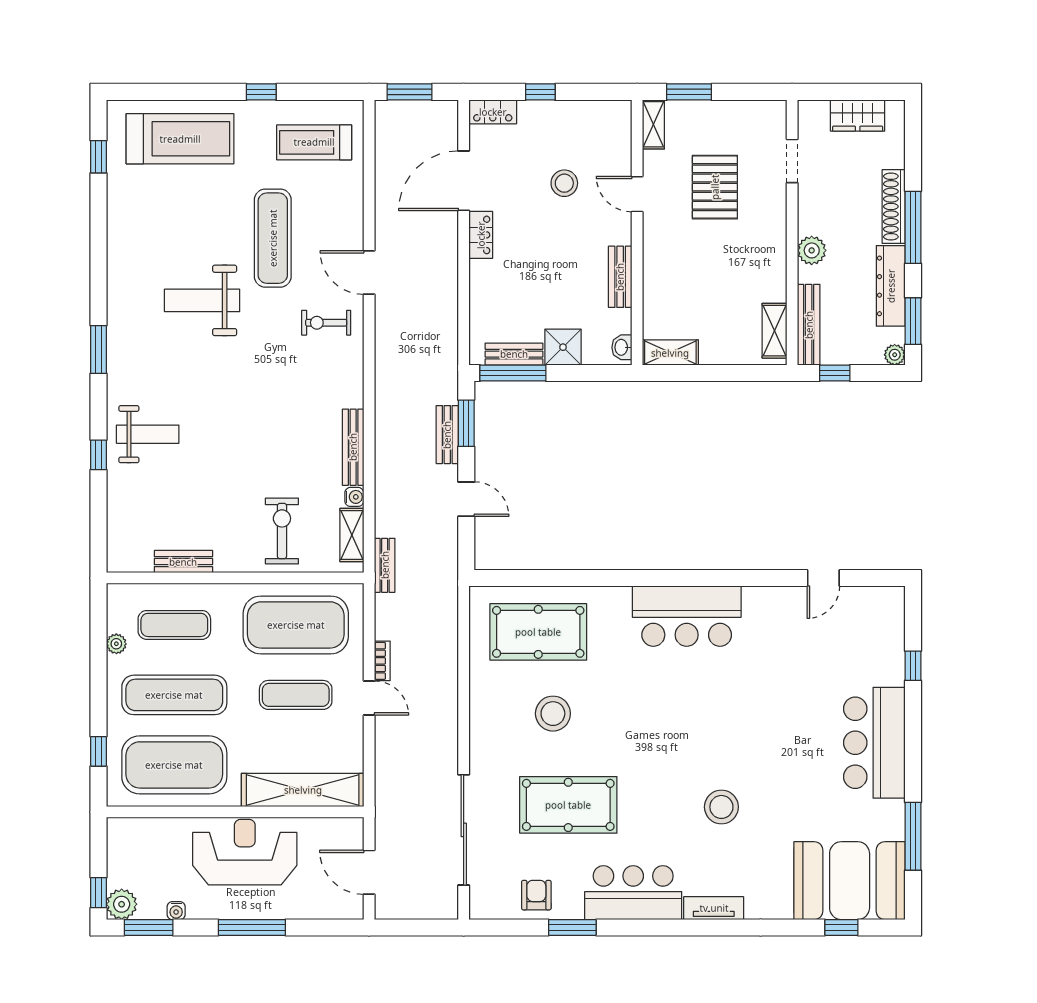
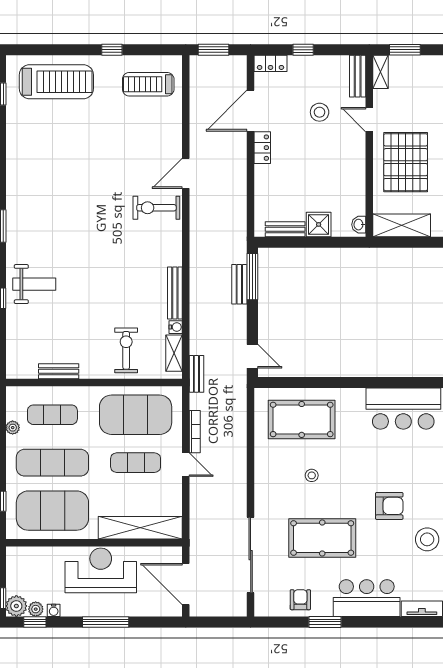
pallet: (715, 187) -> (406, 162), moved, width x1.37, depth x1.41
exercise mat: (273, 238) -> (120, 150), removed
door: (369, 273) -> (186, 173), hinge flipped
bench: (620, 277) -> (358, 76), moved
weight bench: (202, 300) -> (71, 192), removed
exercise bike: (326, 323) -> (156, 208), width x1.38, depth x1.39
shelving: (670, 353) -> (402, 225), width x1.50, depth x1.33
window: (513, 373) -> (284, 242), removed
window: (466, 423) -> (252, 277), width x1.44
door: (466, 499) -> (252, 356), moved
bookcase: (382, 661) -> (195, 432), width x1.56
stool: (553, 714) -> (312, 475), width x0.53, depth x0.53
armchair: (666, 758) -> (389, 506), added
door: (369, 872) -> (186, 584), width x1.36
plant: (150, 909) -> (36, 609), added
window: (149, 927) -> (35, 622), width x0.67

